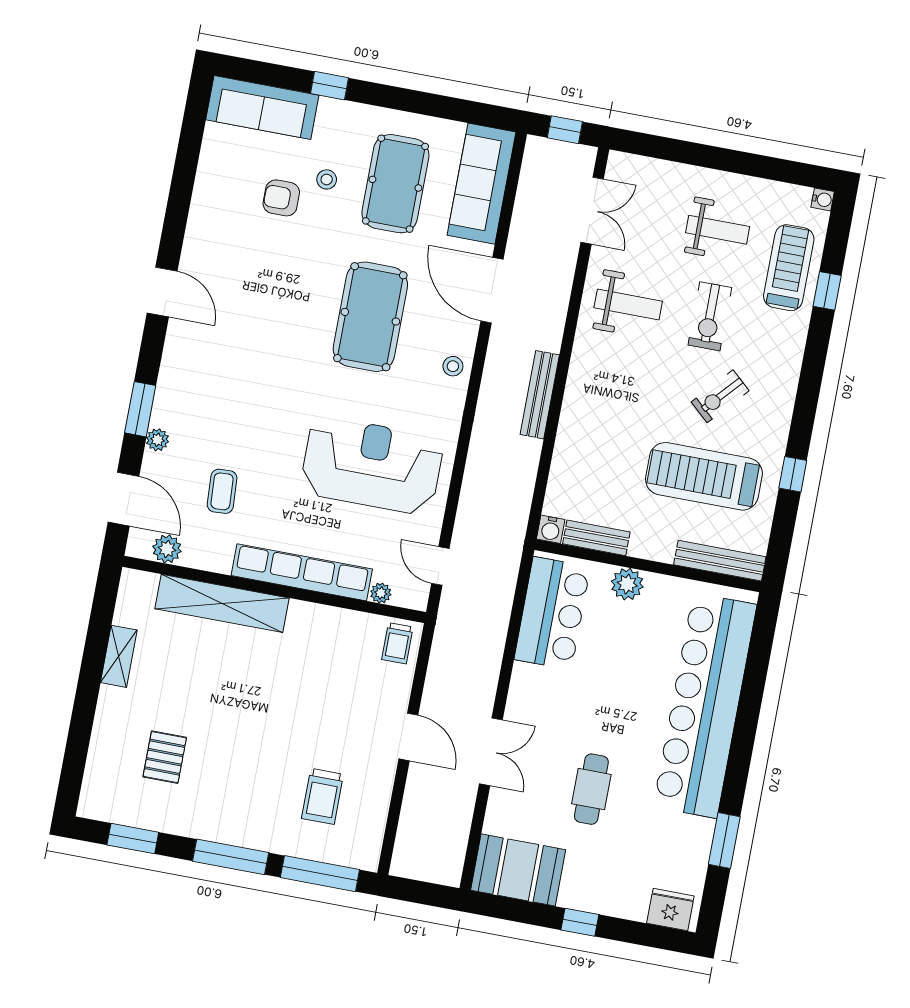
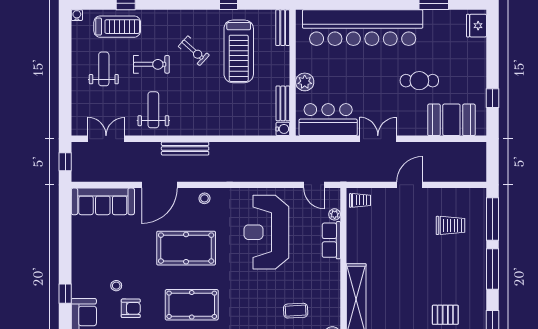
pool table: (395, 184) -> (192, 305), moved
armchair: (281, 198) -> (131, 308), turned -90
treadmill: (789, 268) -> (117, 27), turned 180
bench: (540, 395) -> (185, 148), moved
bench: (720, 561) -> (283, 28), width x0.73
door: (440, 566) -> (314, 185), hinge flipped
row of seats: (302, 572) -> (331, 240), width x0.50
double door: (491, 752) -> (378, 139), moved
booth: (518, 870) -> (451, 120), moved, turned 90
window: (580, 922) -> (493, 98), moved

